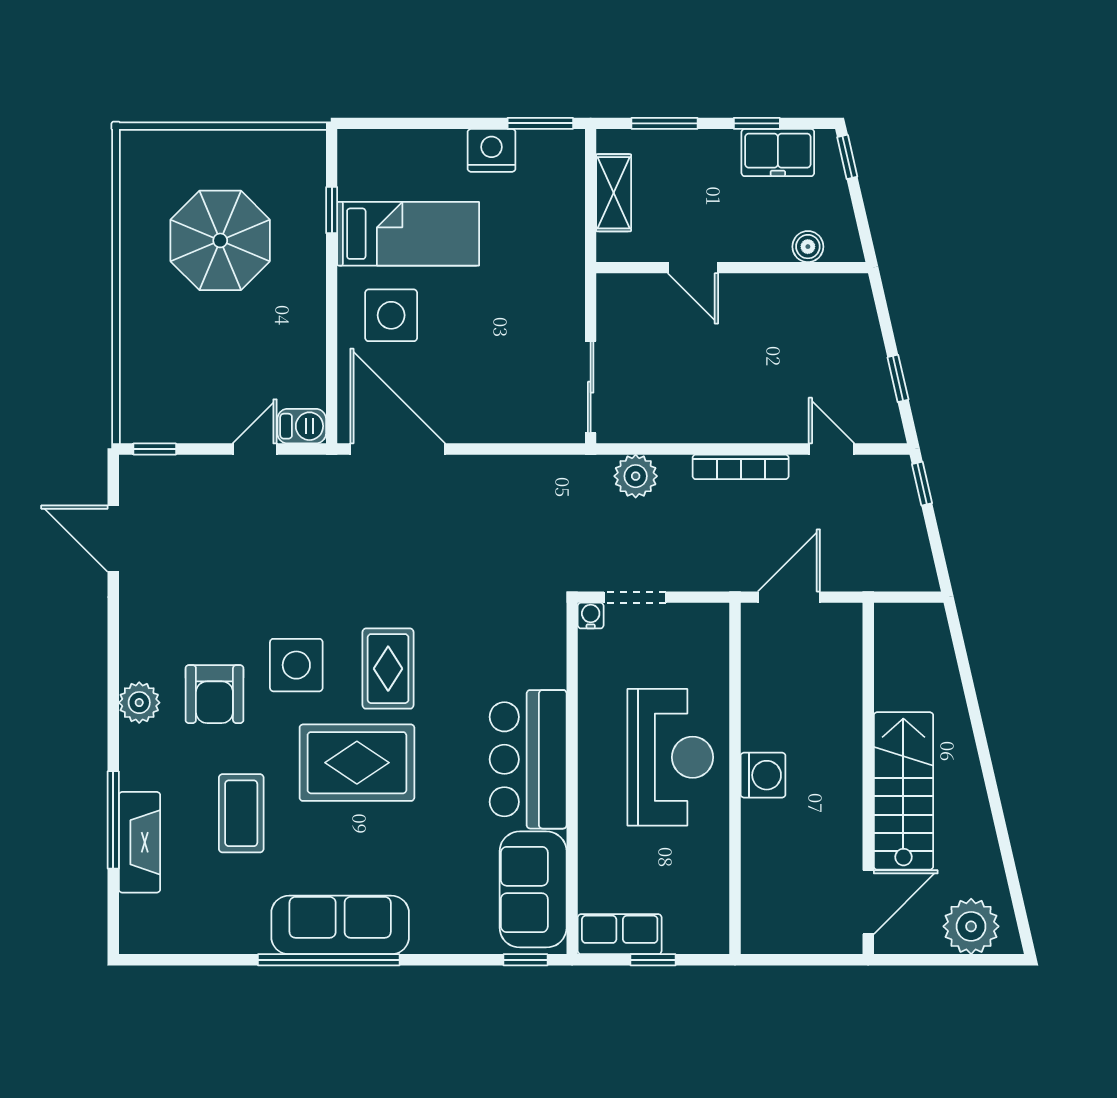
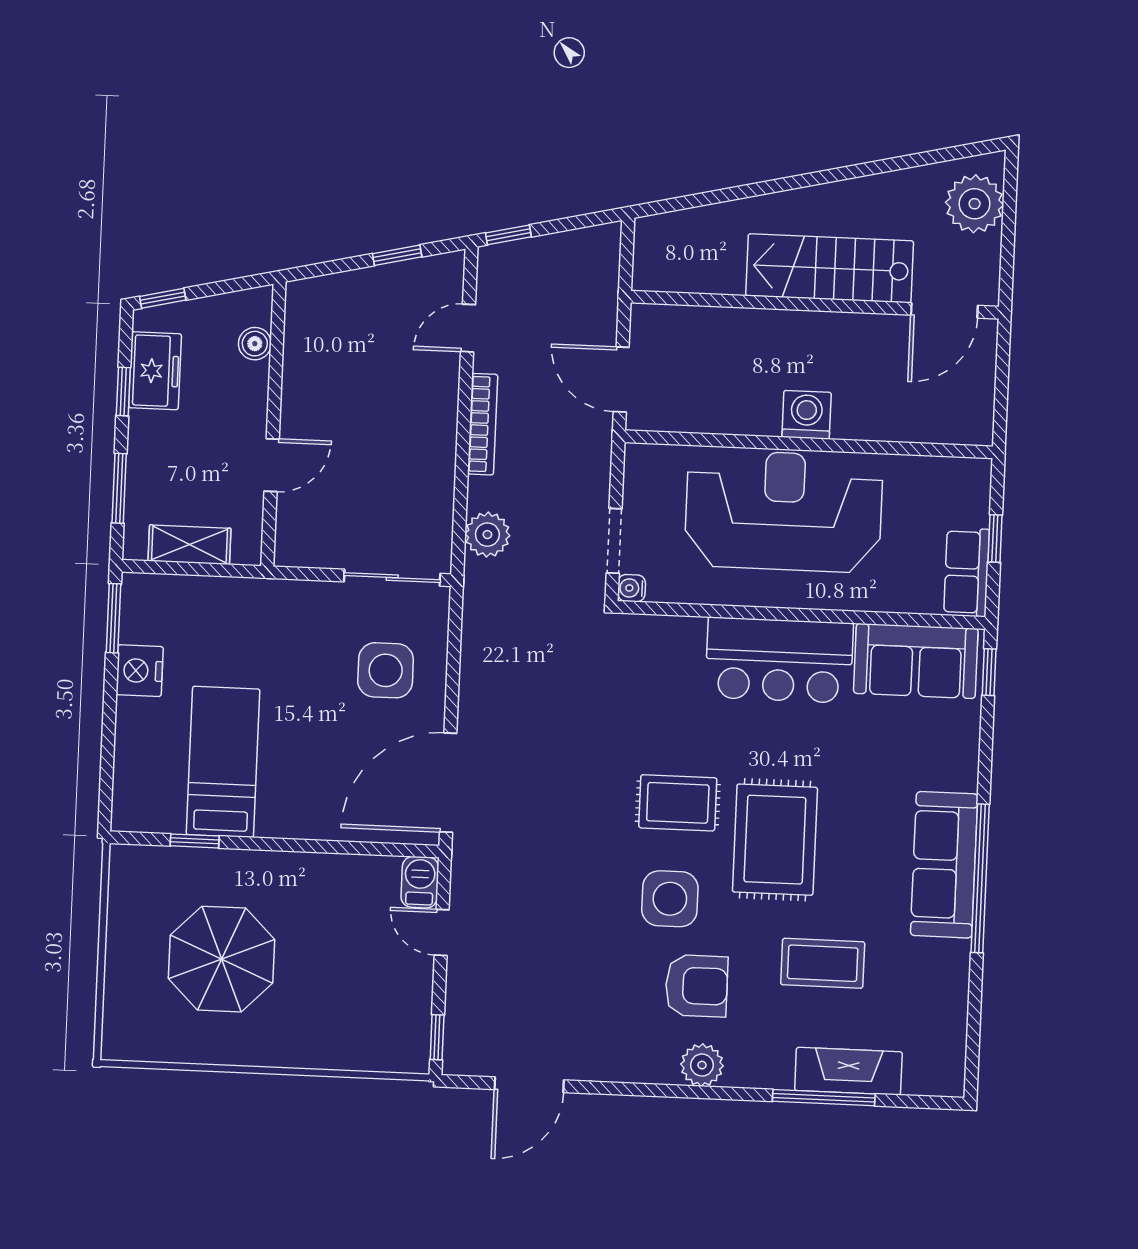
side table: (391, 315) -> (386, 670), moved
reception desk: (670, 757) -> (784, 511), width x1.36, depth x1.30
door: (868, 902) -> (944, 310), swing flipped

